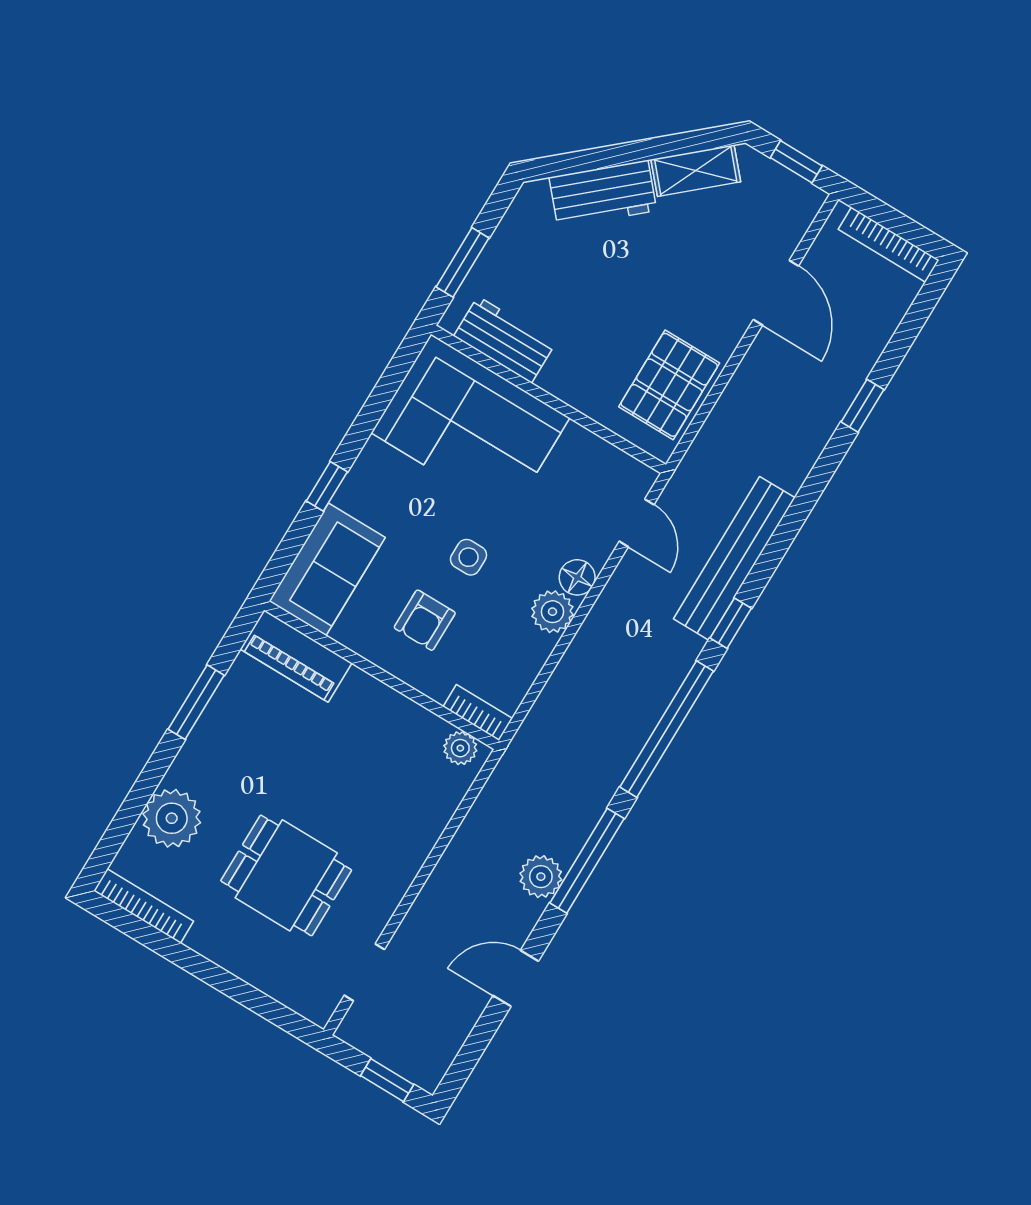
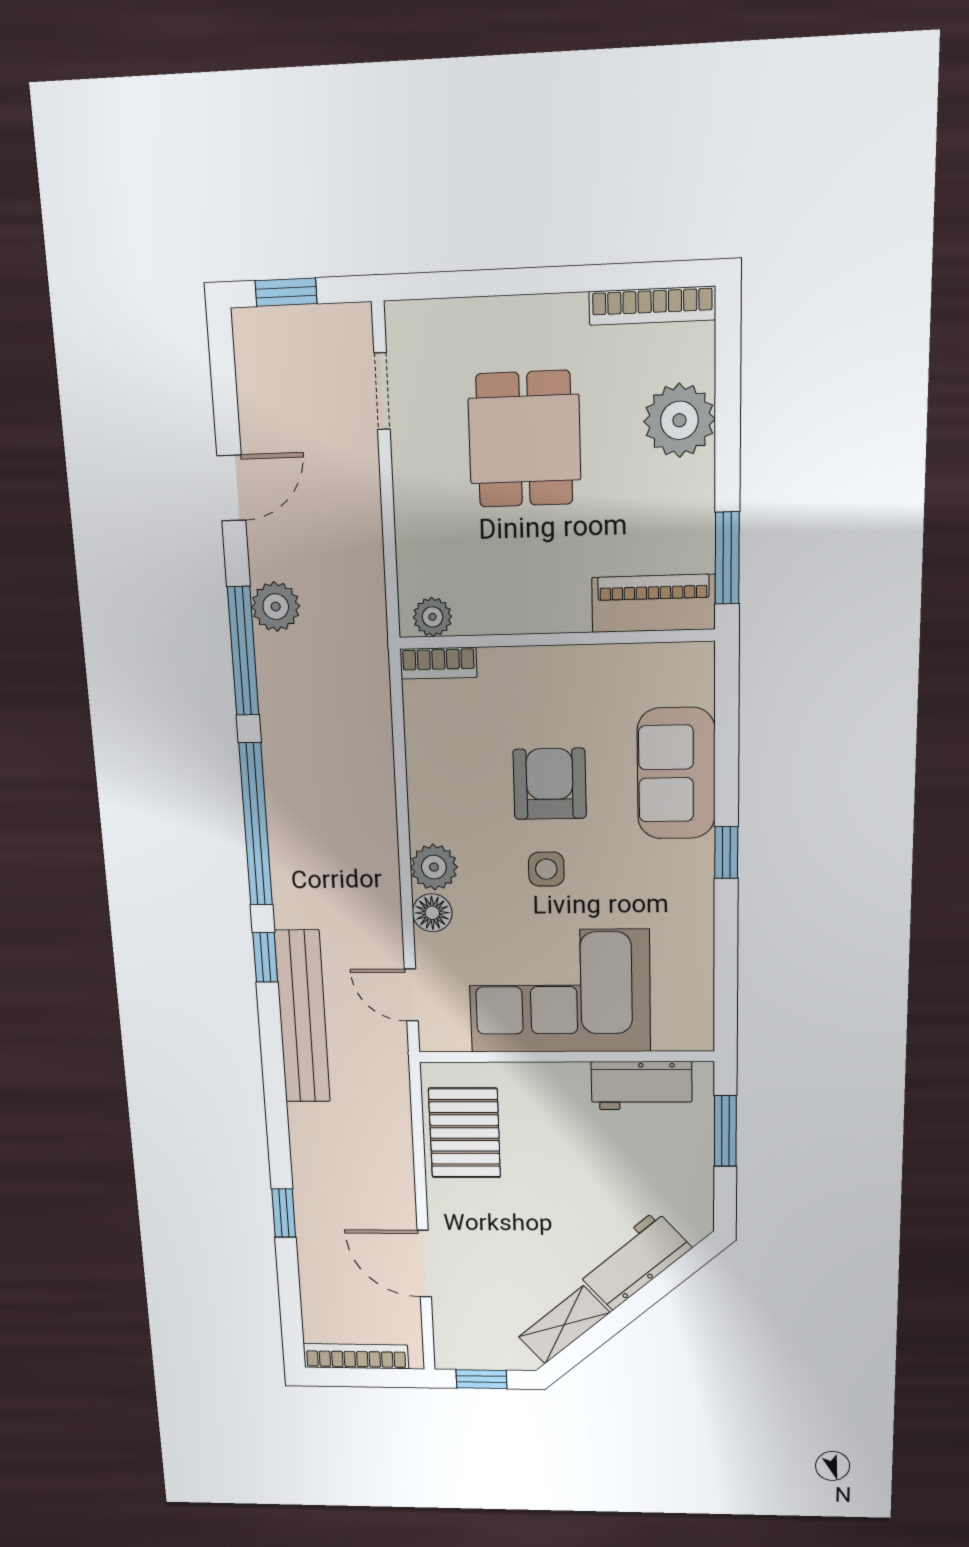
corner sofa: (470, 425) -> (559, 991), moved
armchair: (425, 620) -> (550, 784), width x1.38, depth x1.38
piano: (296, 656) -> (653, 603), moved
wall: (381, 675) -> (556, 639), moved
bookcase: (478, 713) -> (438, 663), moved
plant: (460, 748) -> (432, 617), moved
dining table: (286, 875) -> (524, 439), turned 90

